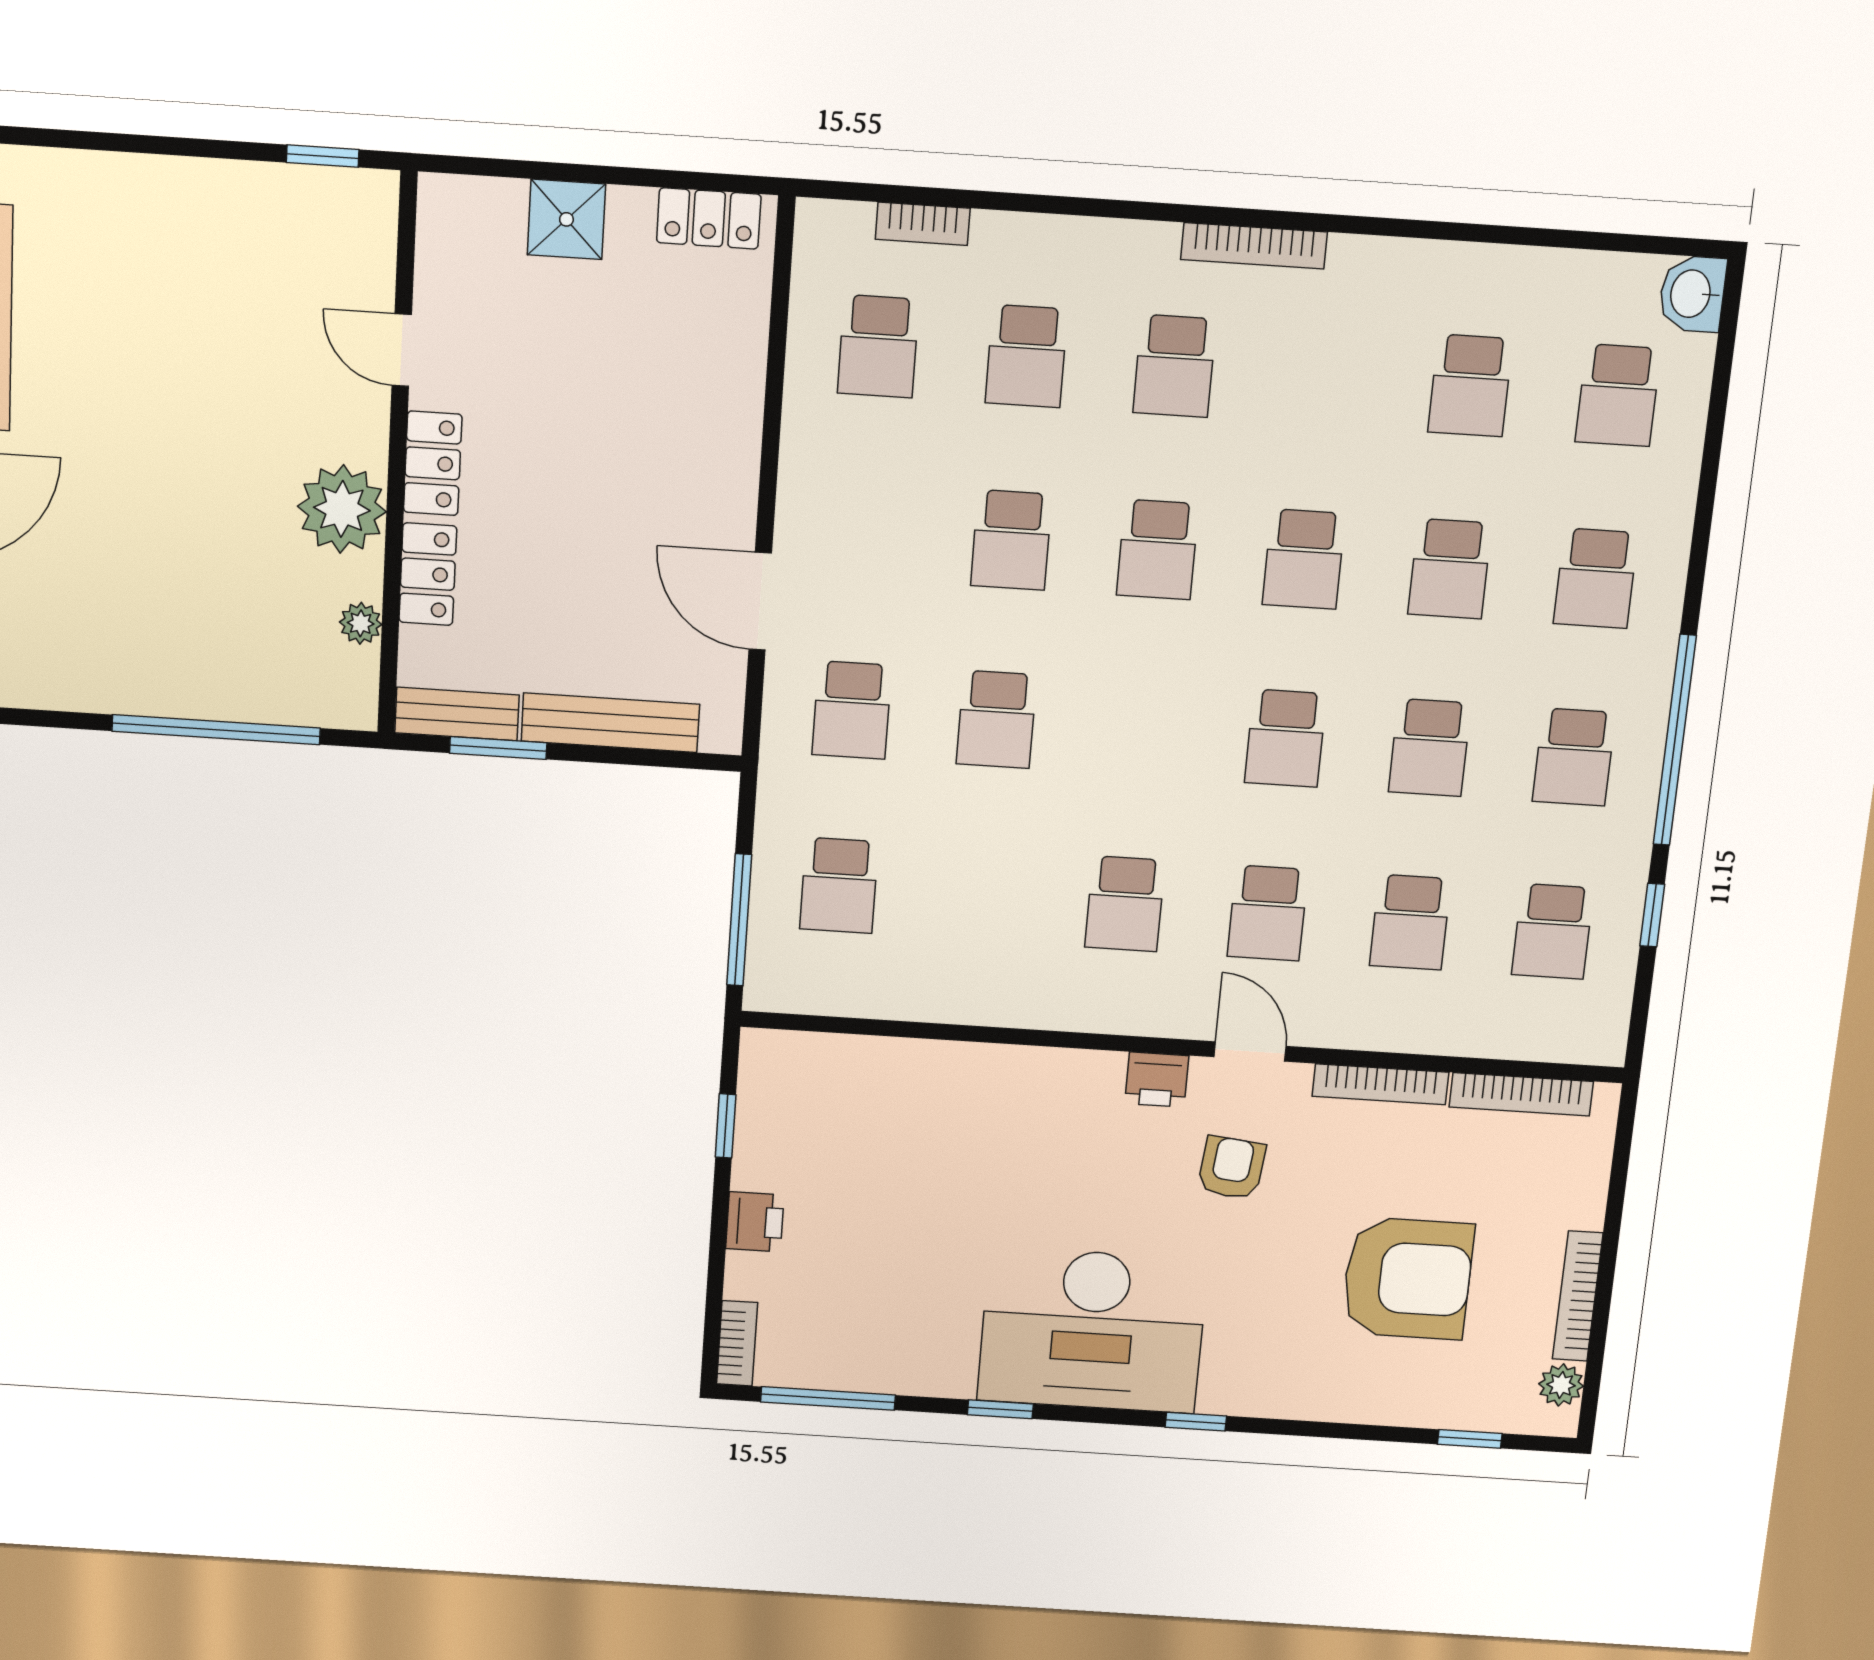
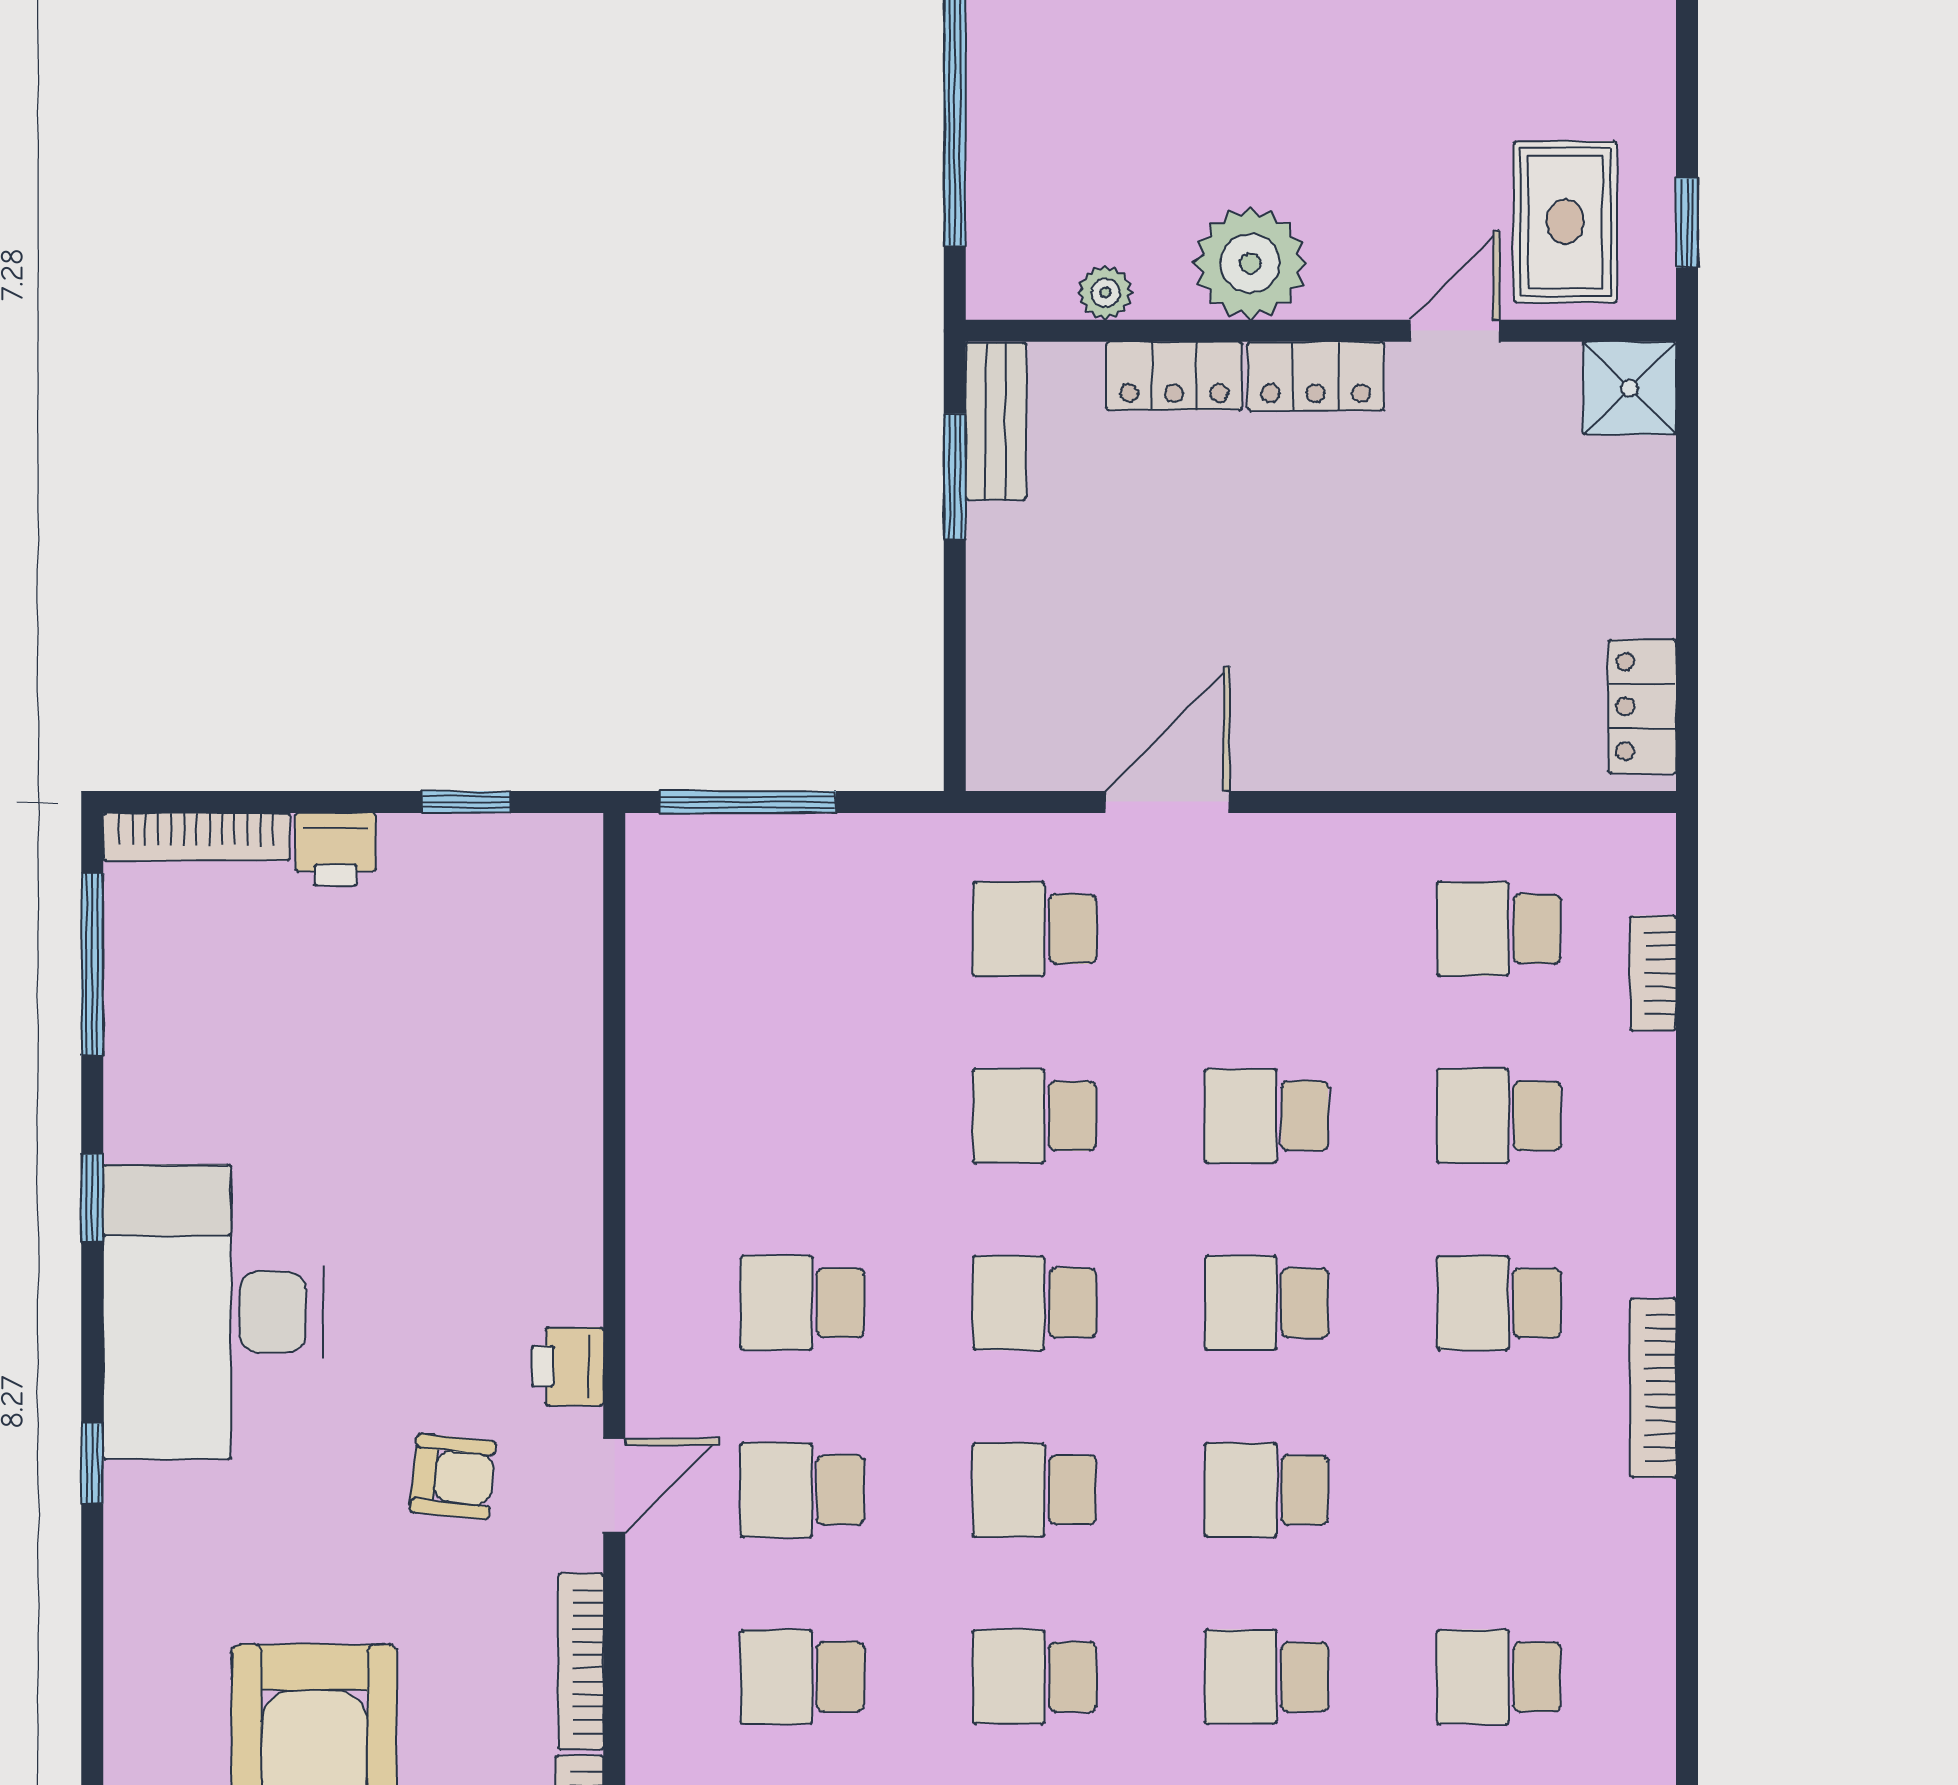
shower: (566, 219) -> (1630, 388), moved
rug: (318, 255) -> (1565, 222), added
bench: (610, 723) -> (997, 619), removed
school desk: (839, 885) -> (1034, 1303), moved
bookcase: (737, 1343) -> (196, 837), width x1.56

